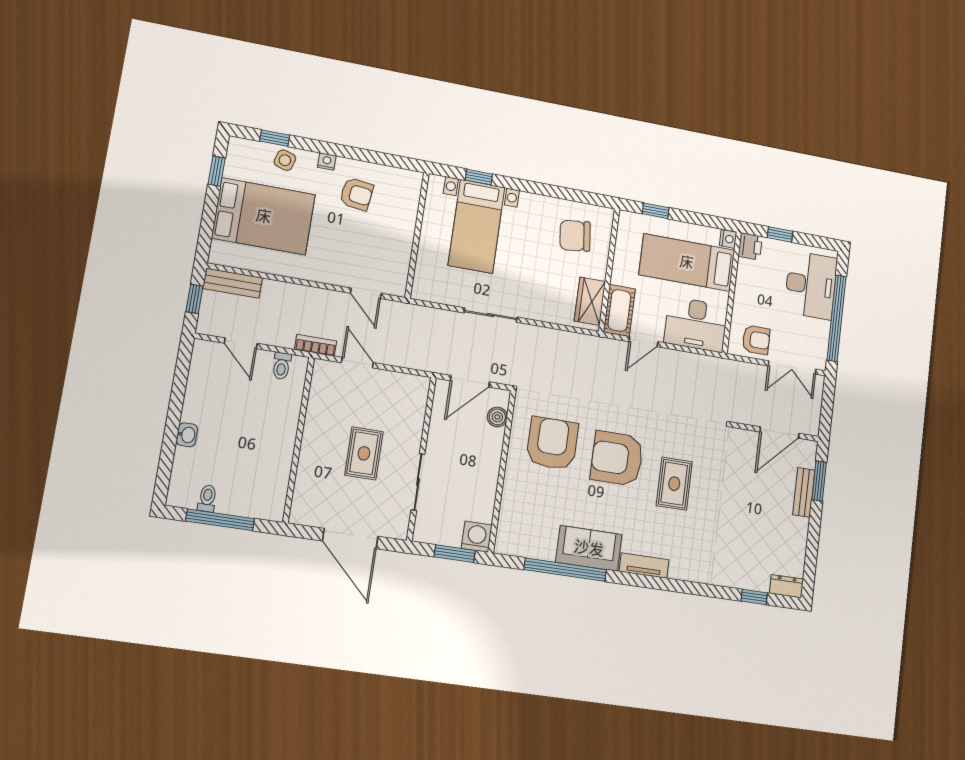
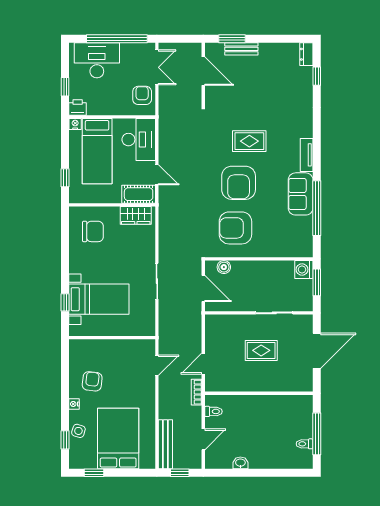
chair: (575, 236) -> (93, 231), turned -83
bench: (233, 283) -> (165, 444), width x1.36
washbasin: (187, 435) -> (240, 463), moved

